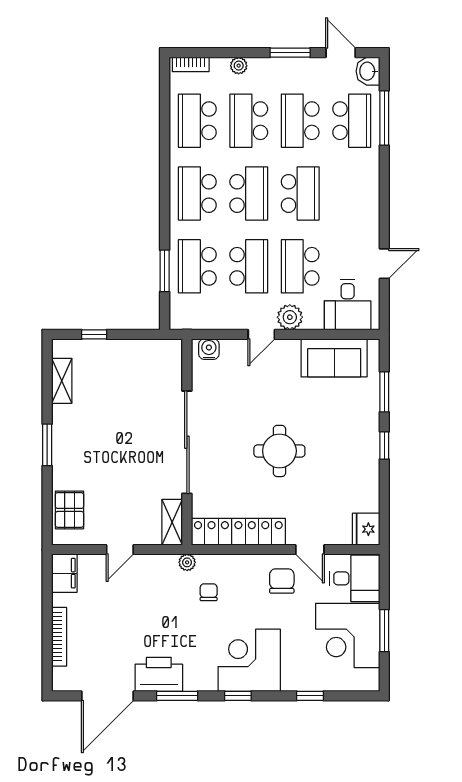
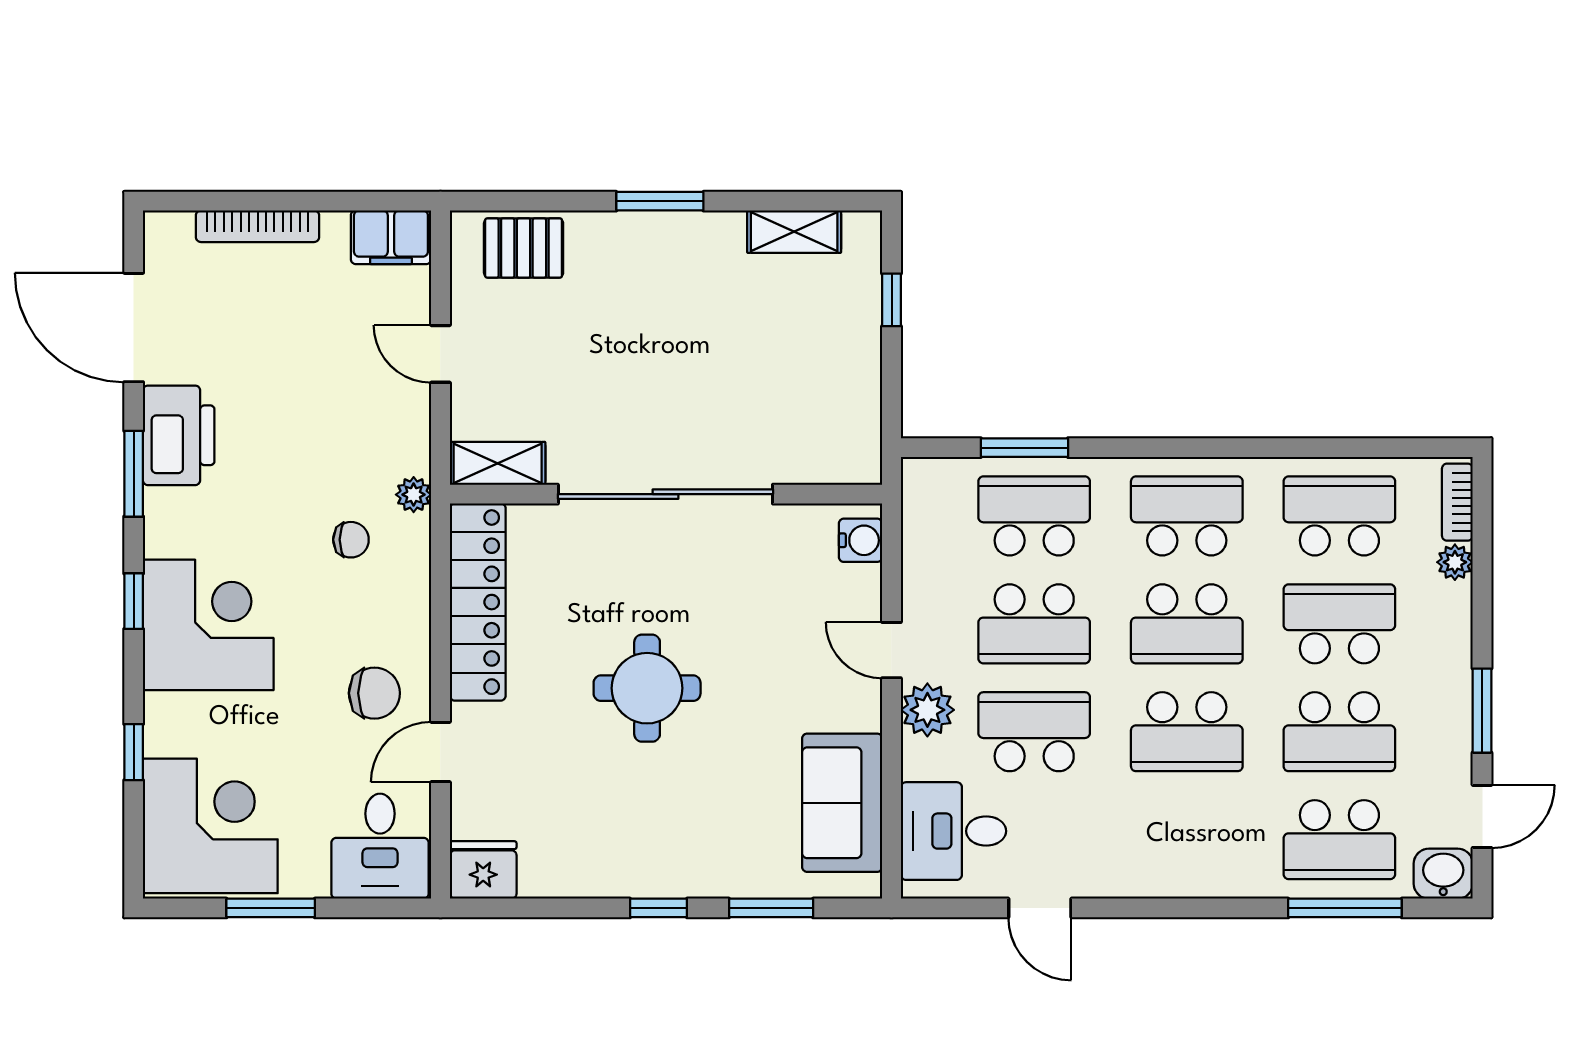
plant: (239, 66) -> (1455, 562), moved
school desk: (300, 121) -> (1339, 732), turned 180
corner desk: (348, 635) -> (210, 826), moved, turned 90

